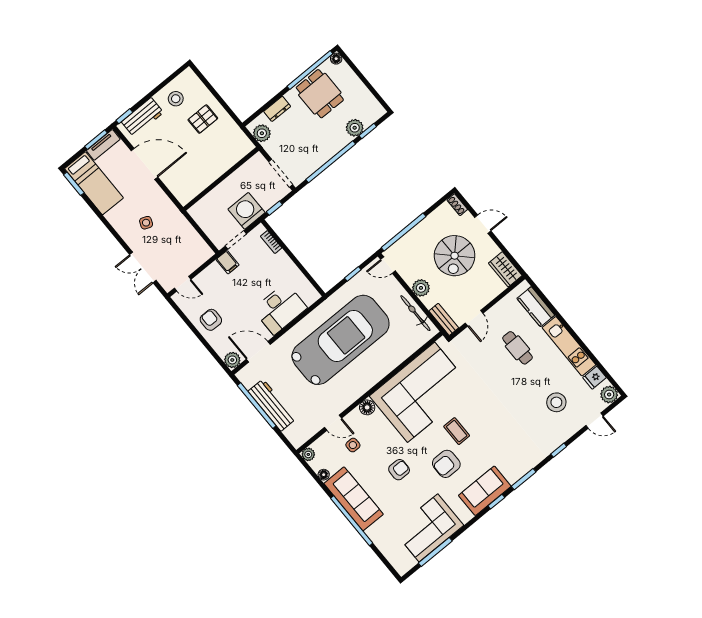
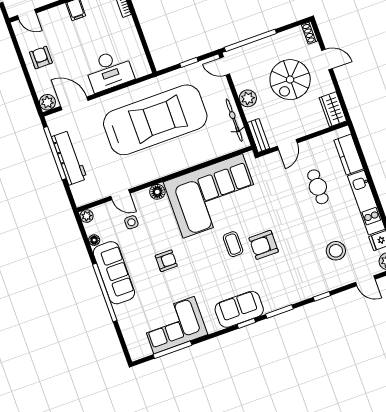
armchair: (446, 464) -> (264, 245), moved

